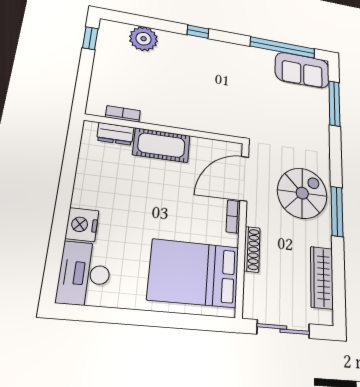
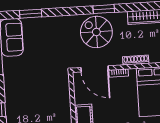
window: (334, 103) -> (31, 14), width x0.69
window: (337, 211) -> (104, 9), width x0.69

